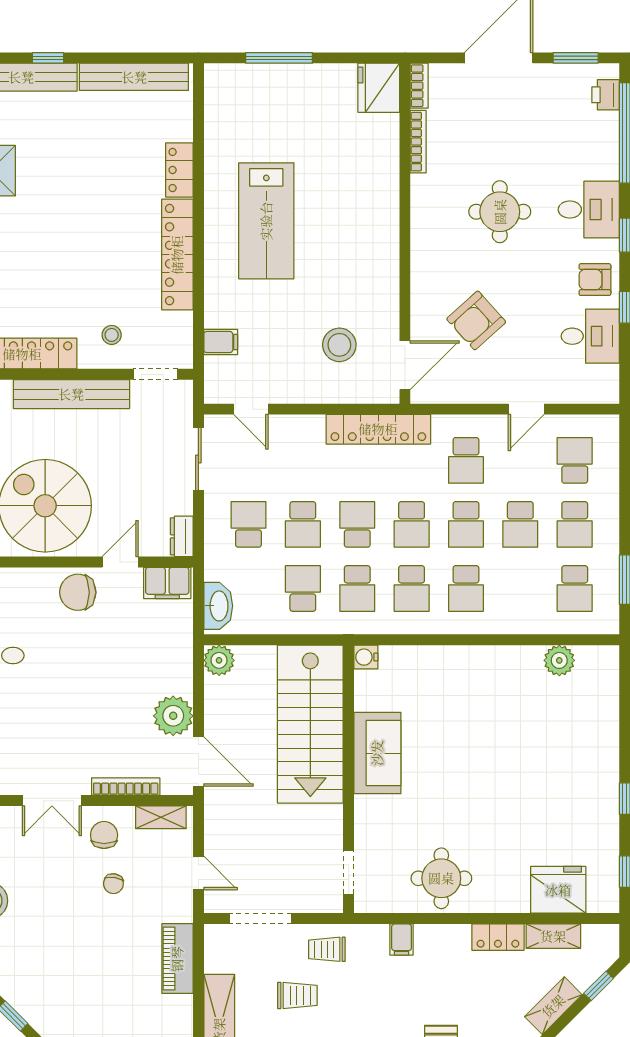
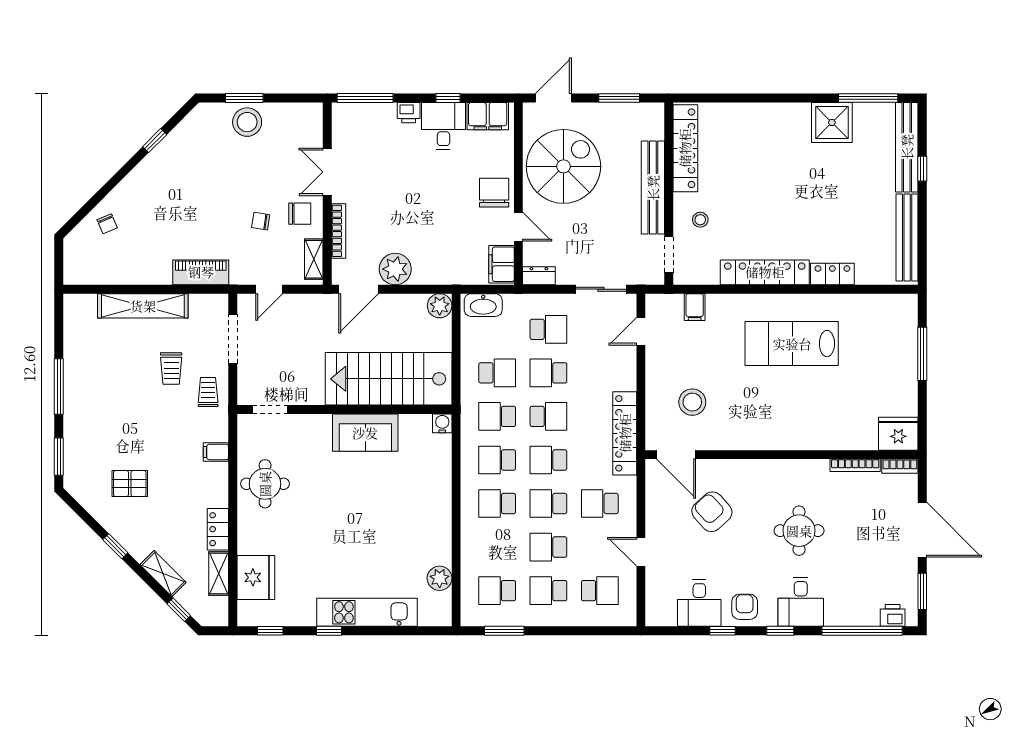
kitchen unit: (602, 751) -> (367, 612), added

